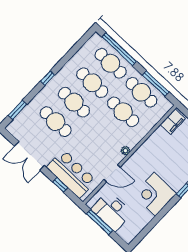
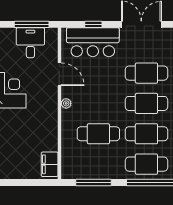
cafe table: (141, 92) -> (98, 164), removed
door: (112, 173) -> (59, 74), swing flipped
desk: (112, 211) -> (30, 43), width x0.73

